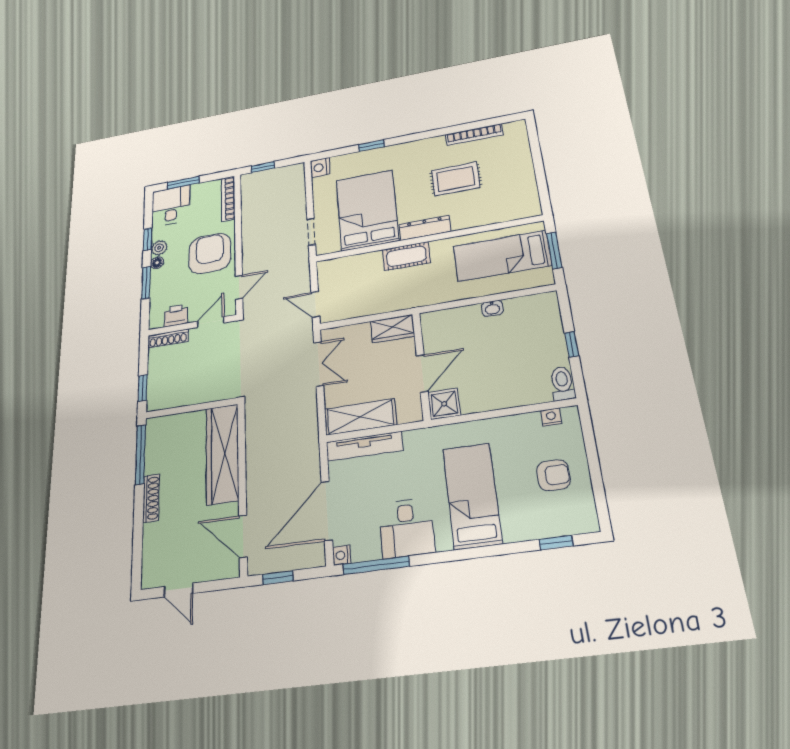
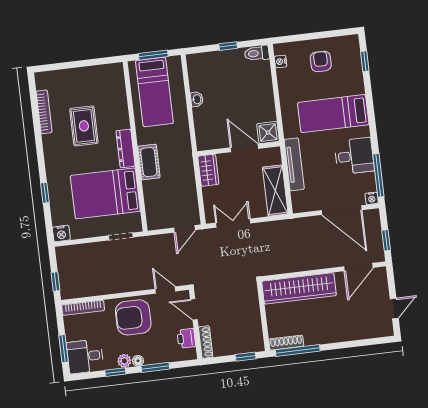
tv unit: (364, 446) -> (294, 164), moved
shoe rack: (151, 498) -> (286, 343), moved

